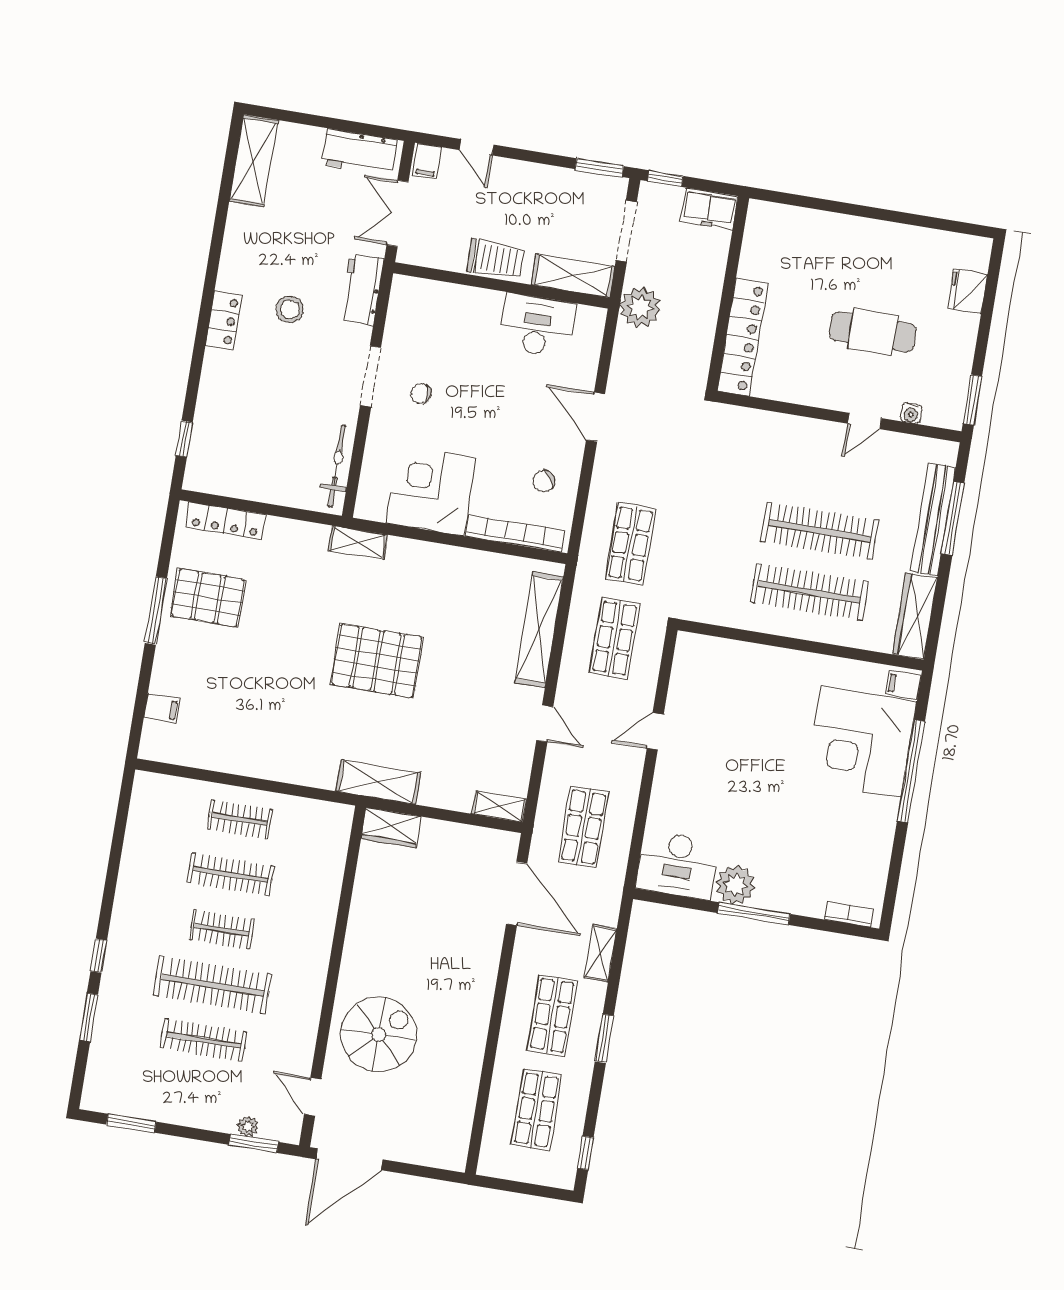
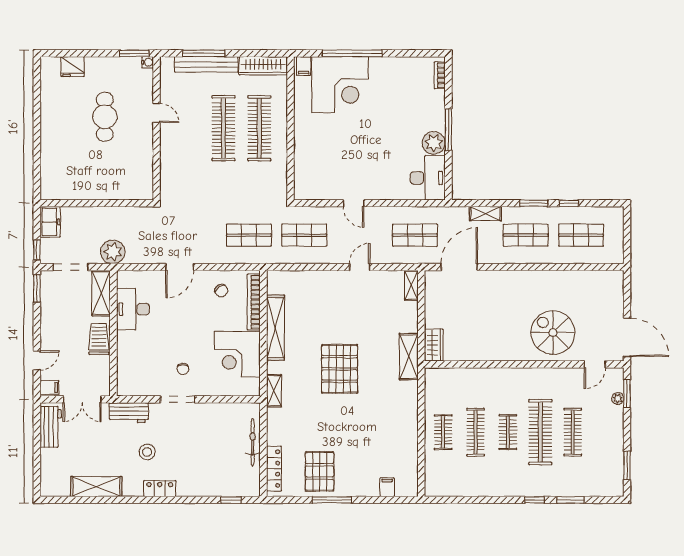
shelving: (254, 161) -> (96, 487), moved
locker: (742, 337) -> (120, 191), removed
water cooler: (911, 413) -> (148, 62), moved
bicycle: (337, 466) -> (253, 442), moved, turned 90
shelving: (539, 629) -> (275, 328), moved, turned 90
window: (585, 1153) -> (569, 203), moved

